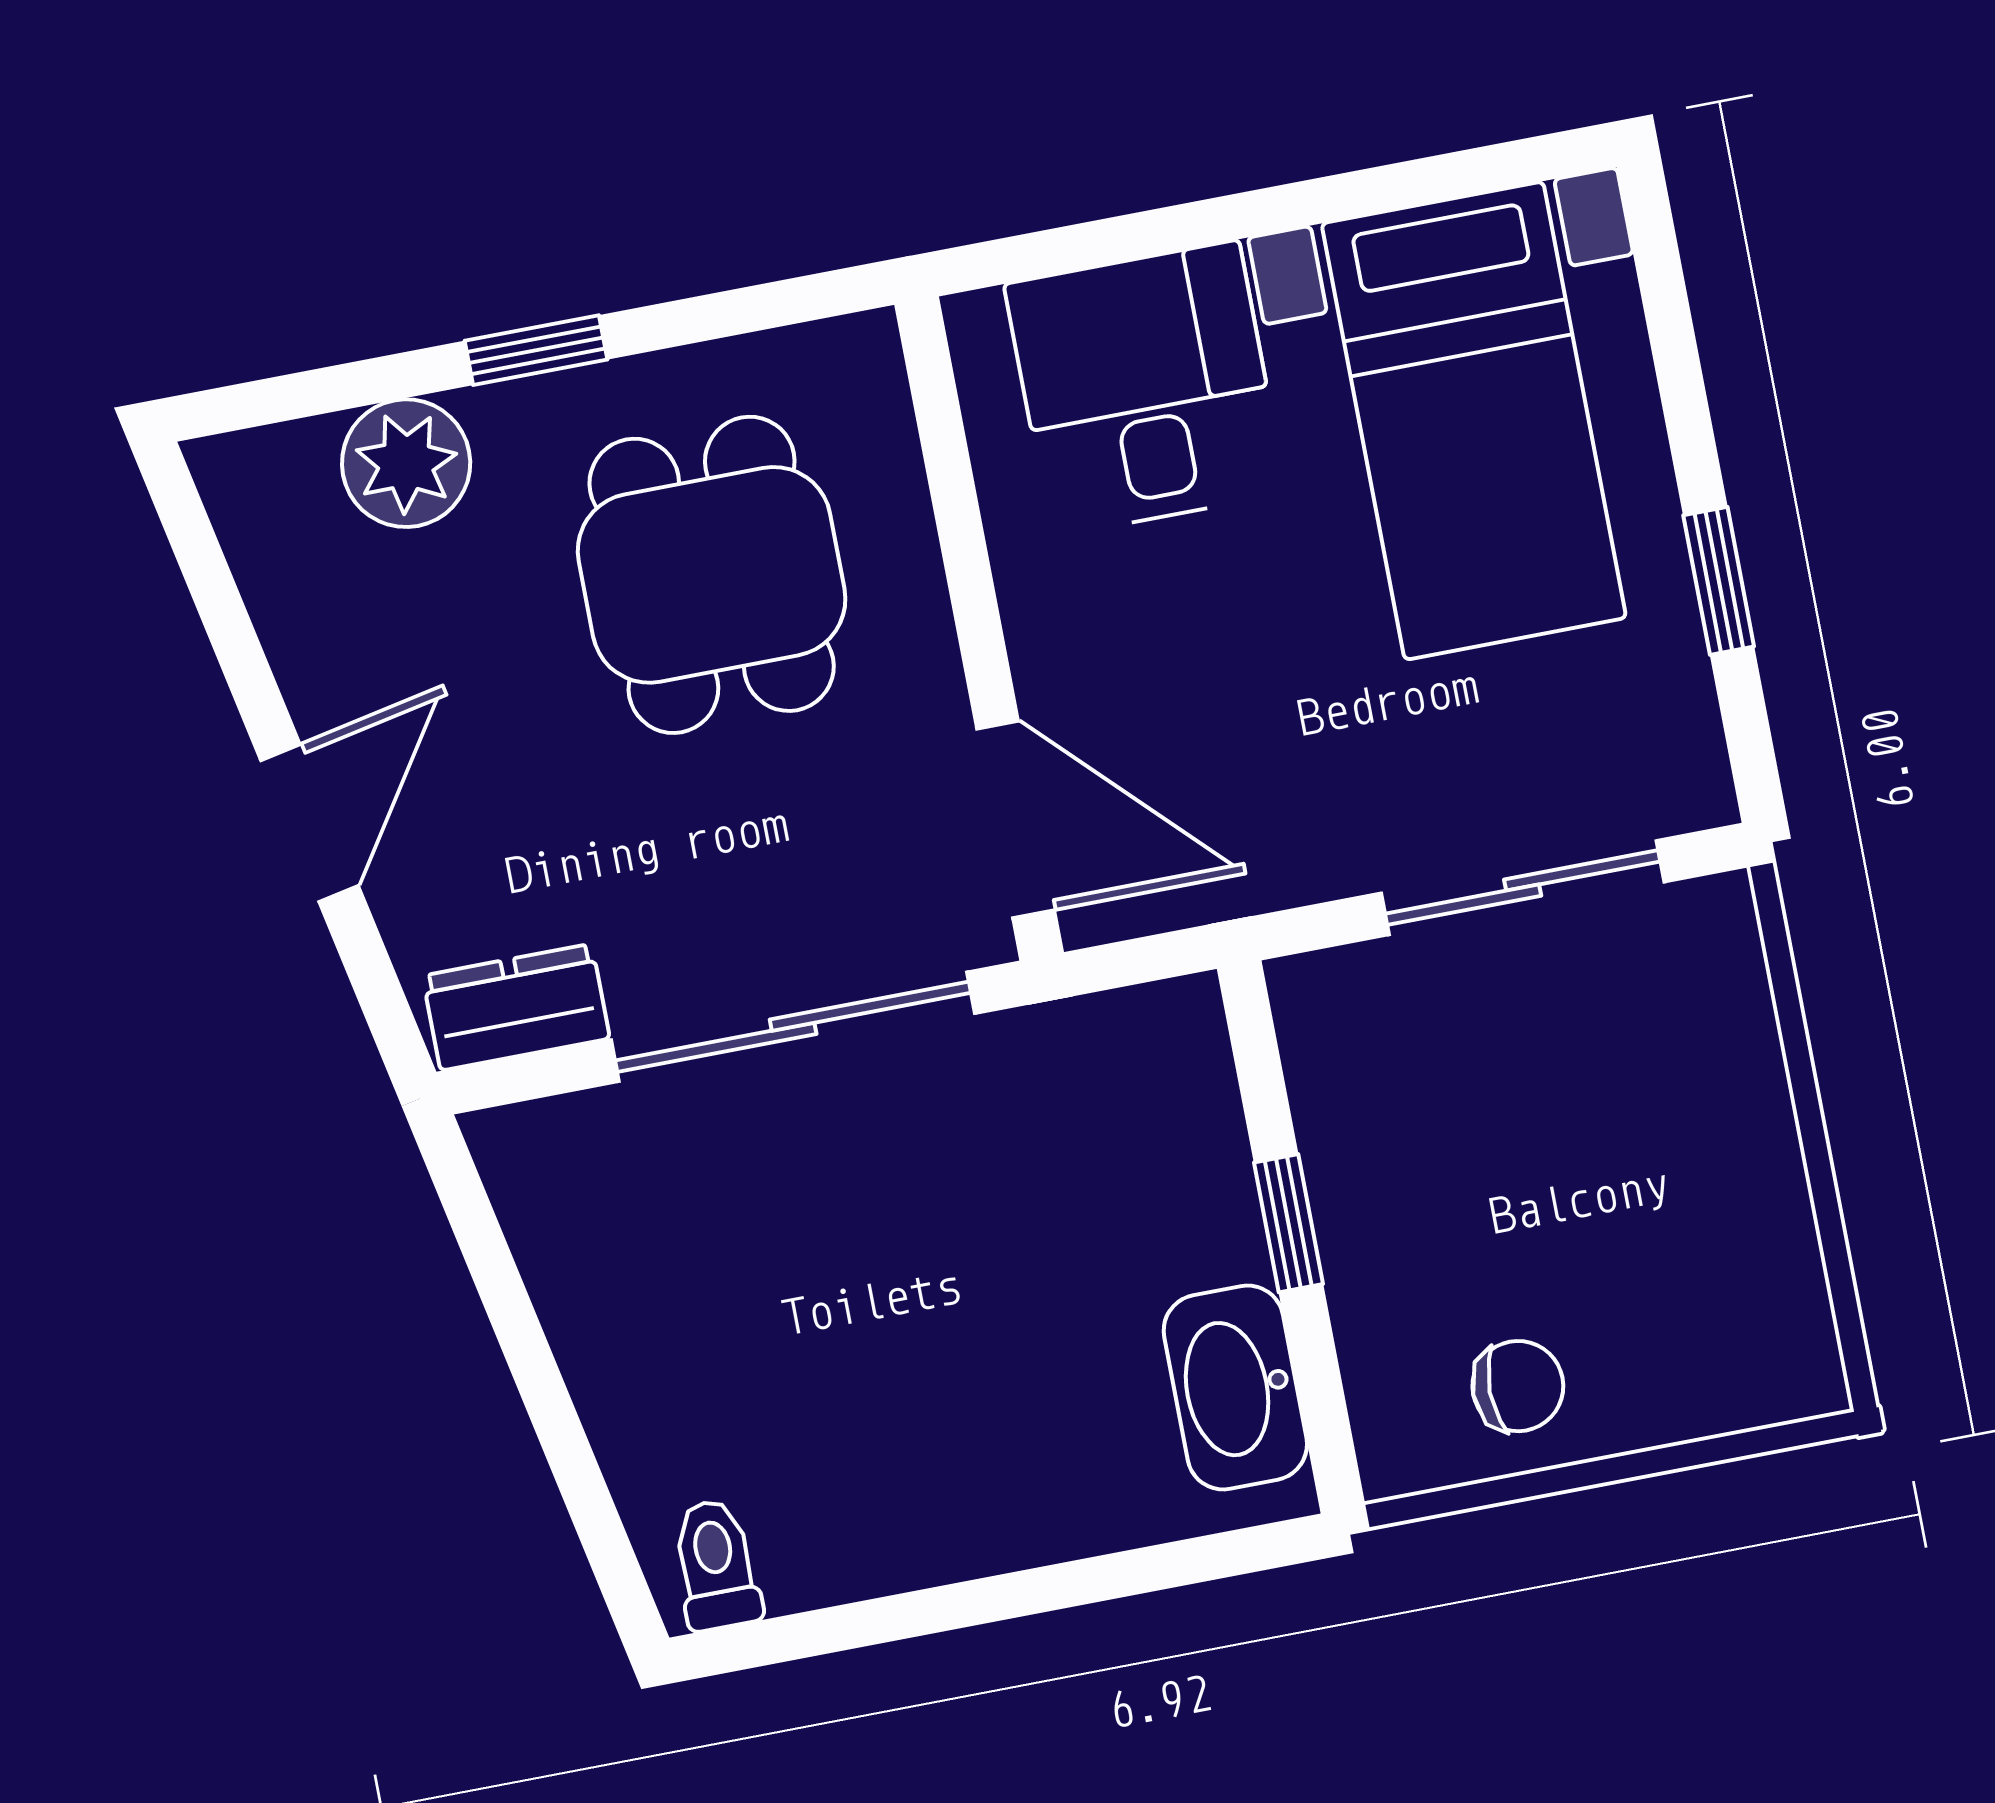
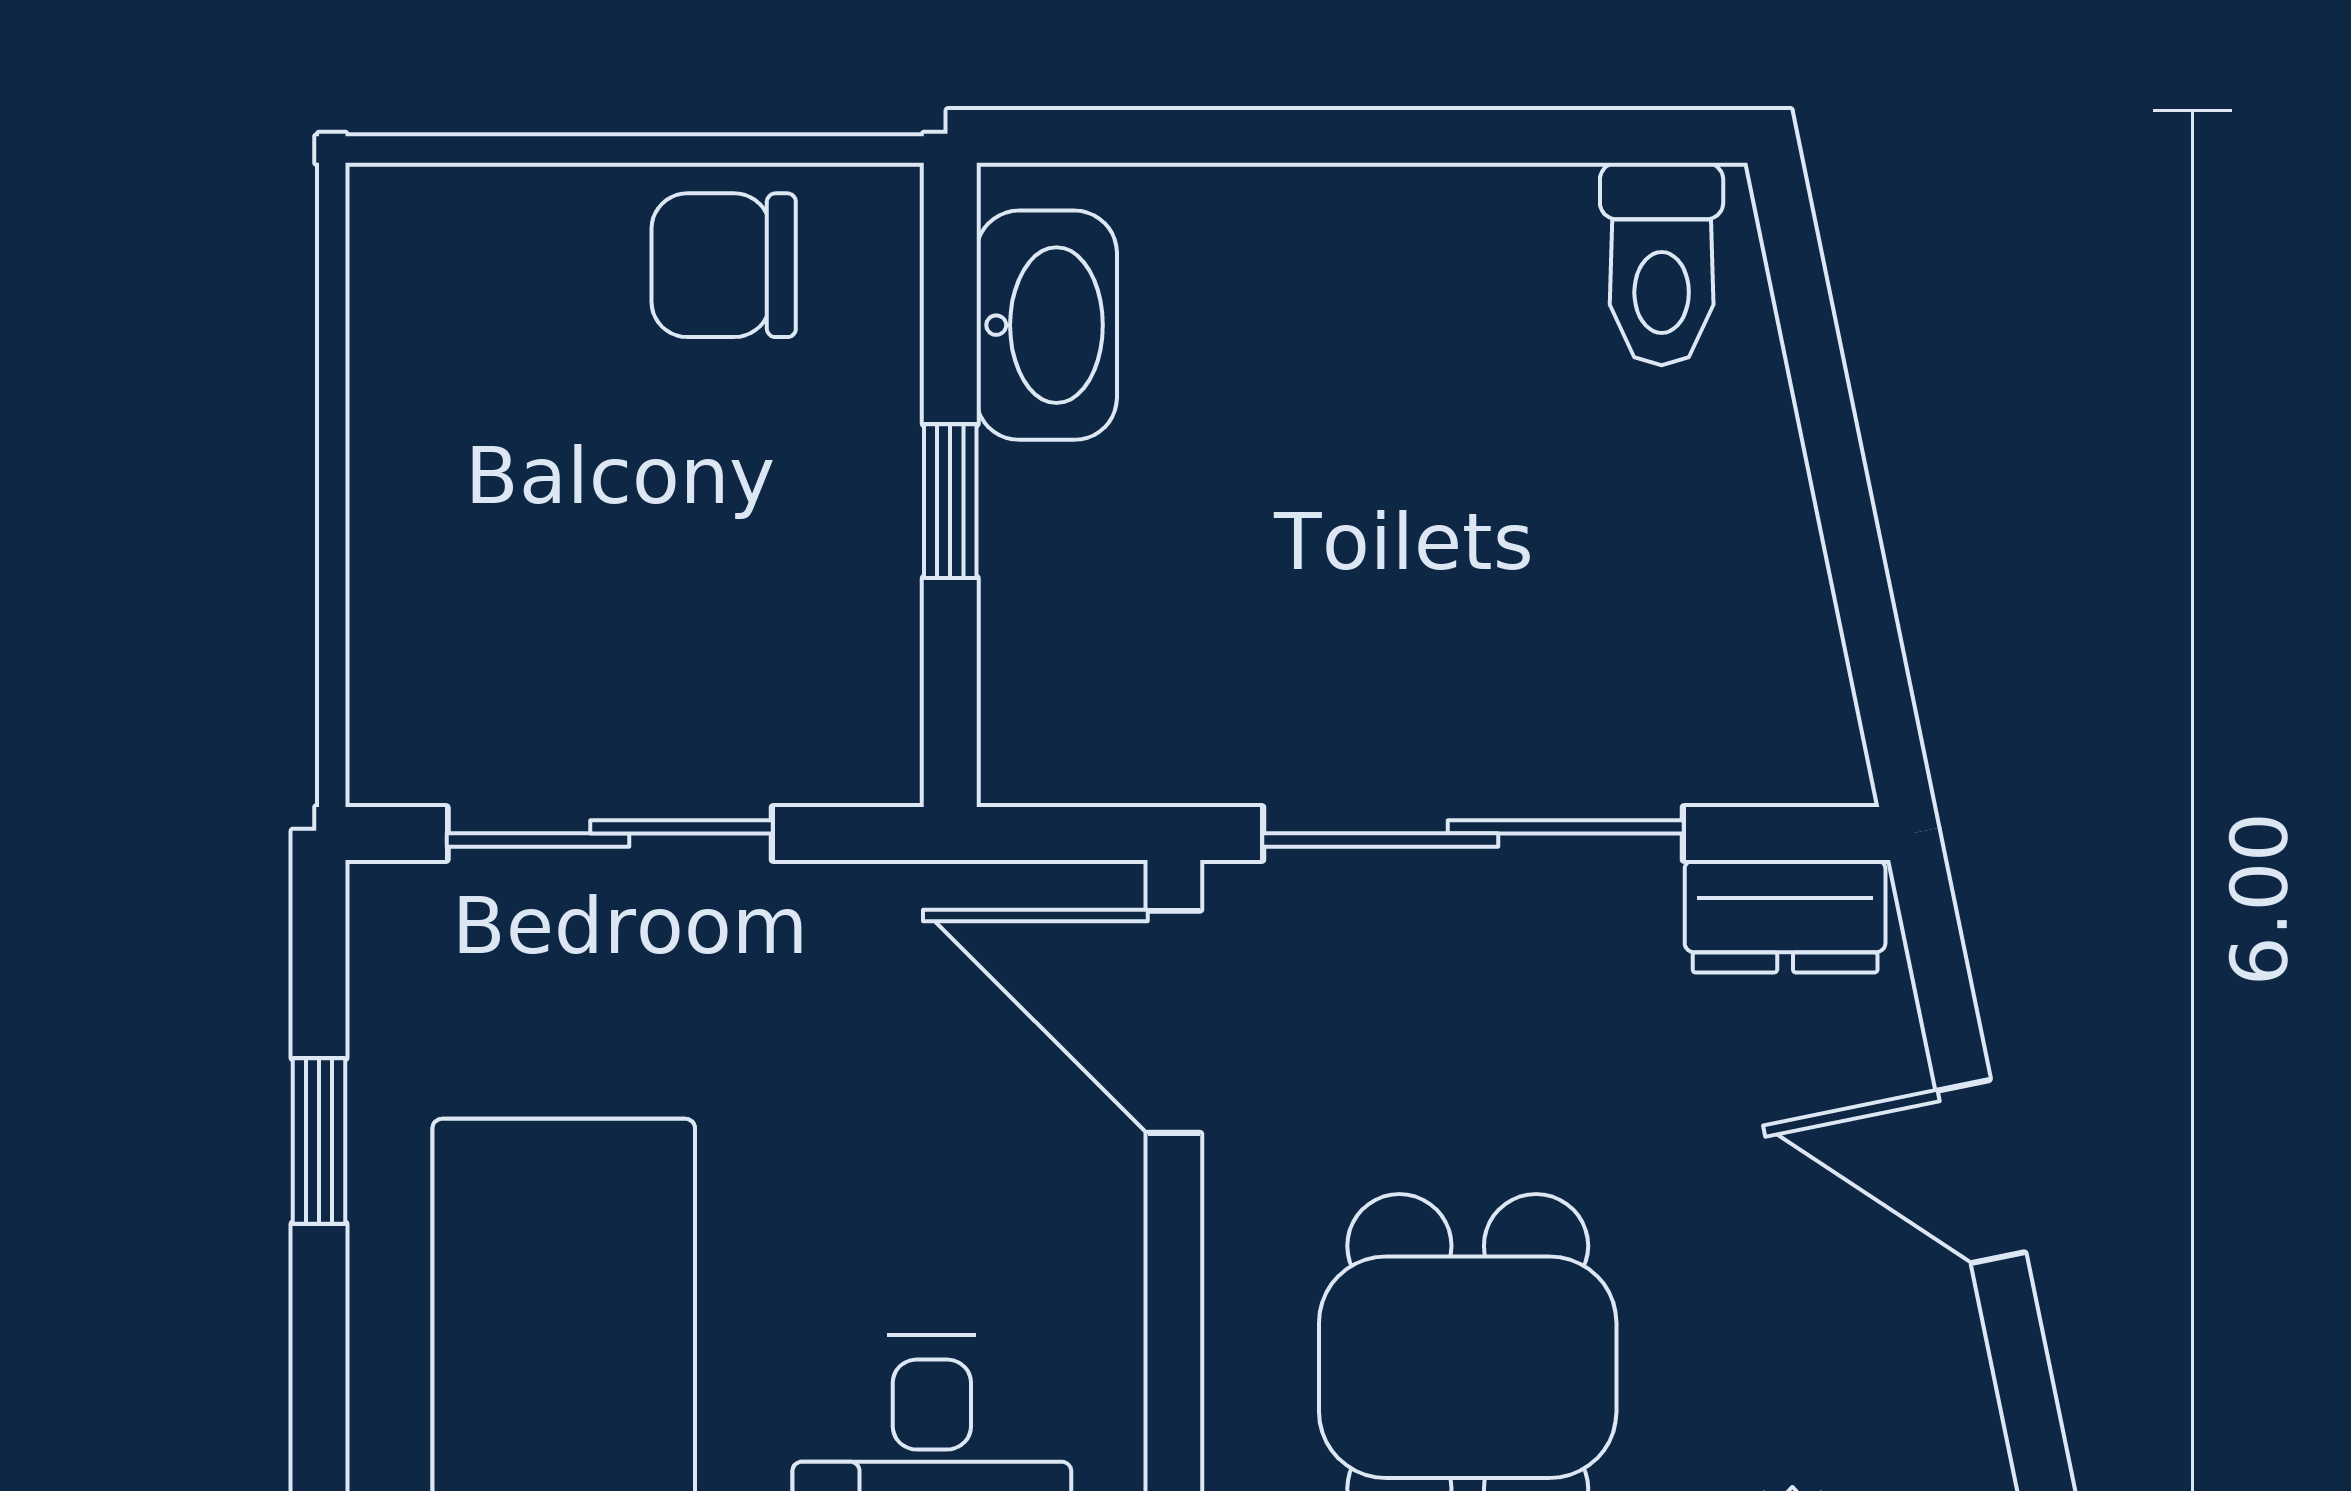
door: (309, 823) -> (1981, 1172), hinge flipped
chair: (1518, 1386) -> (724, 265), width x1.37, depth x1.37
toilet: (716, 1565) -> (1662, 264), width x1.37, depth x1.39

